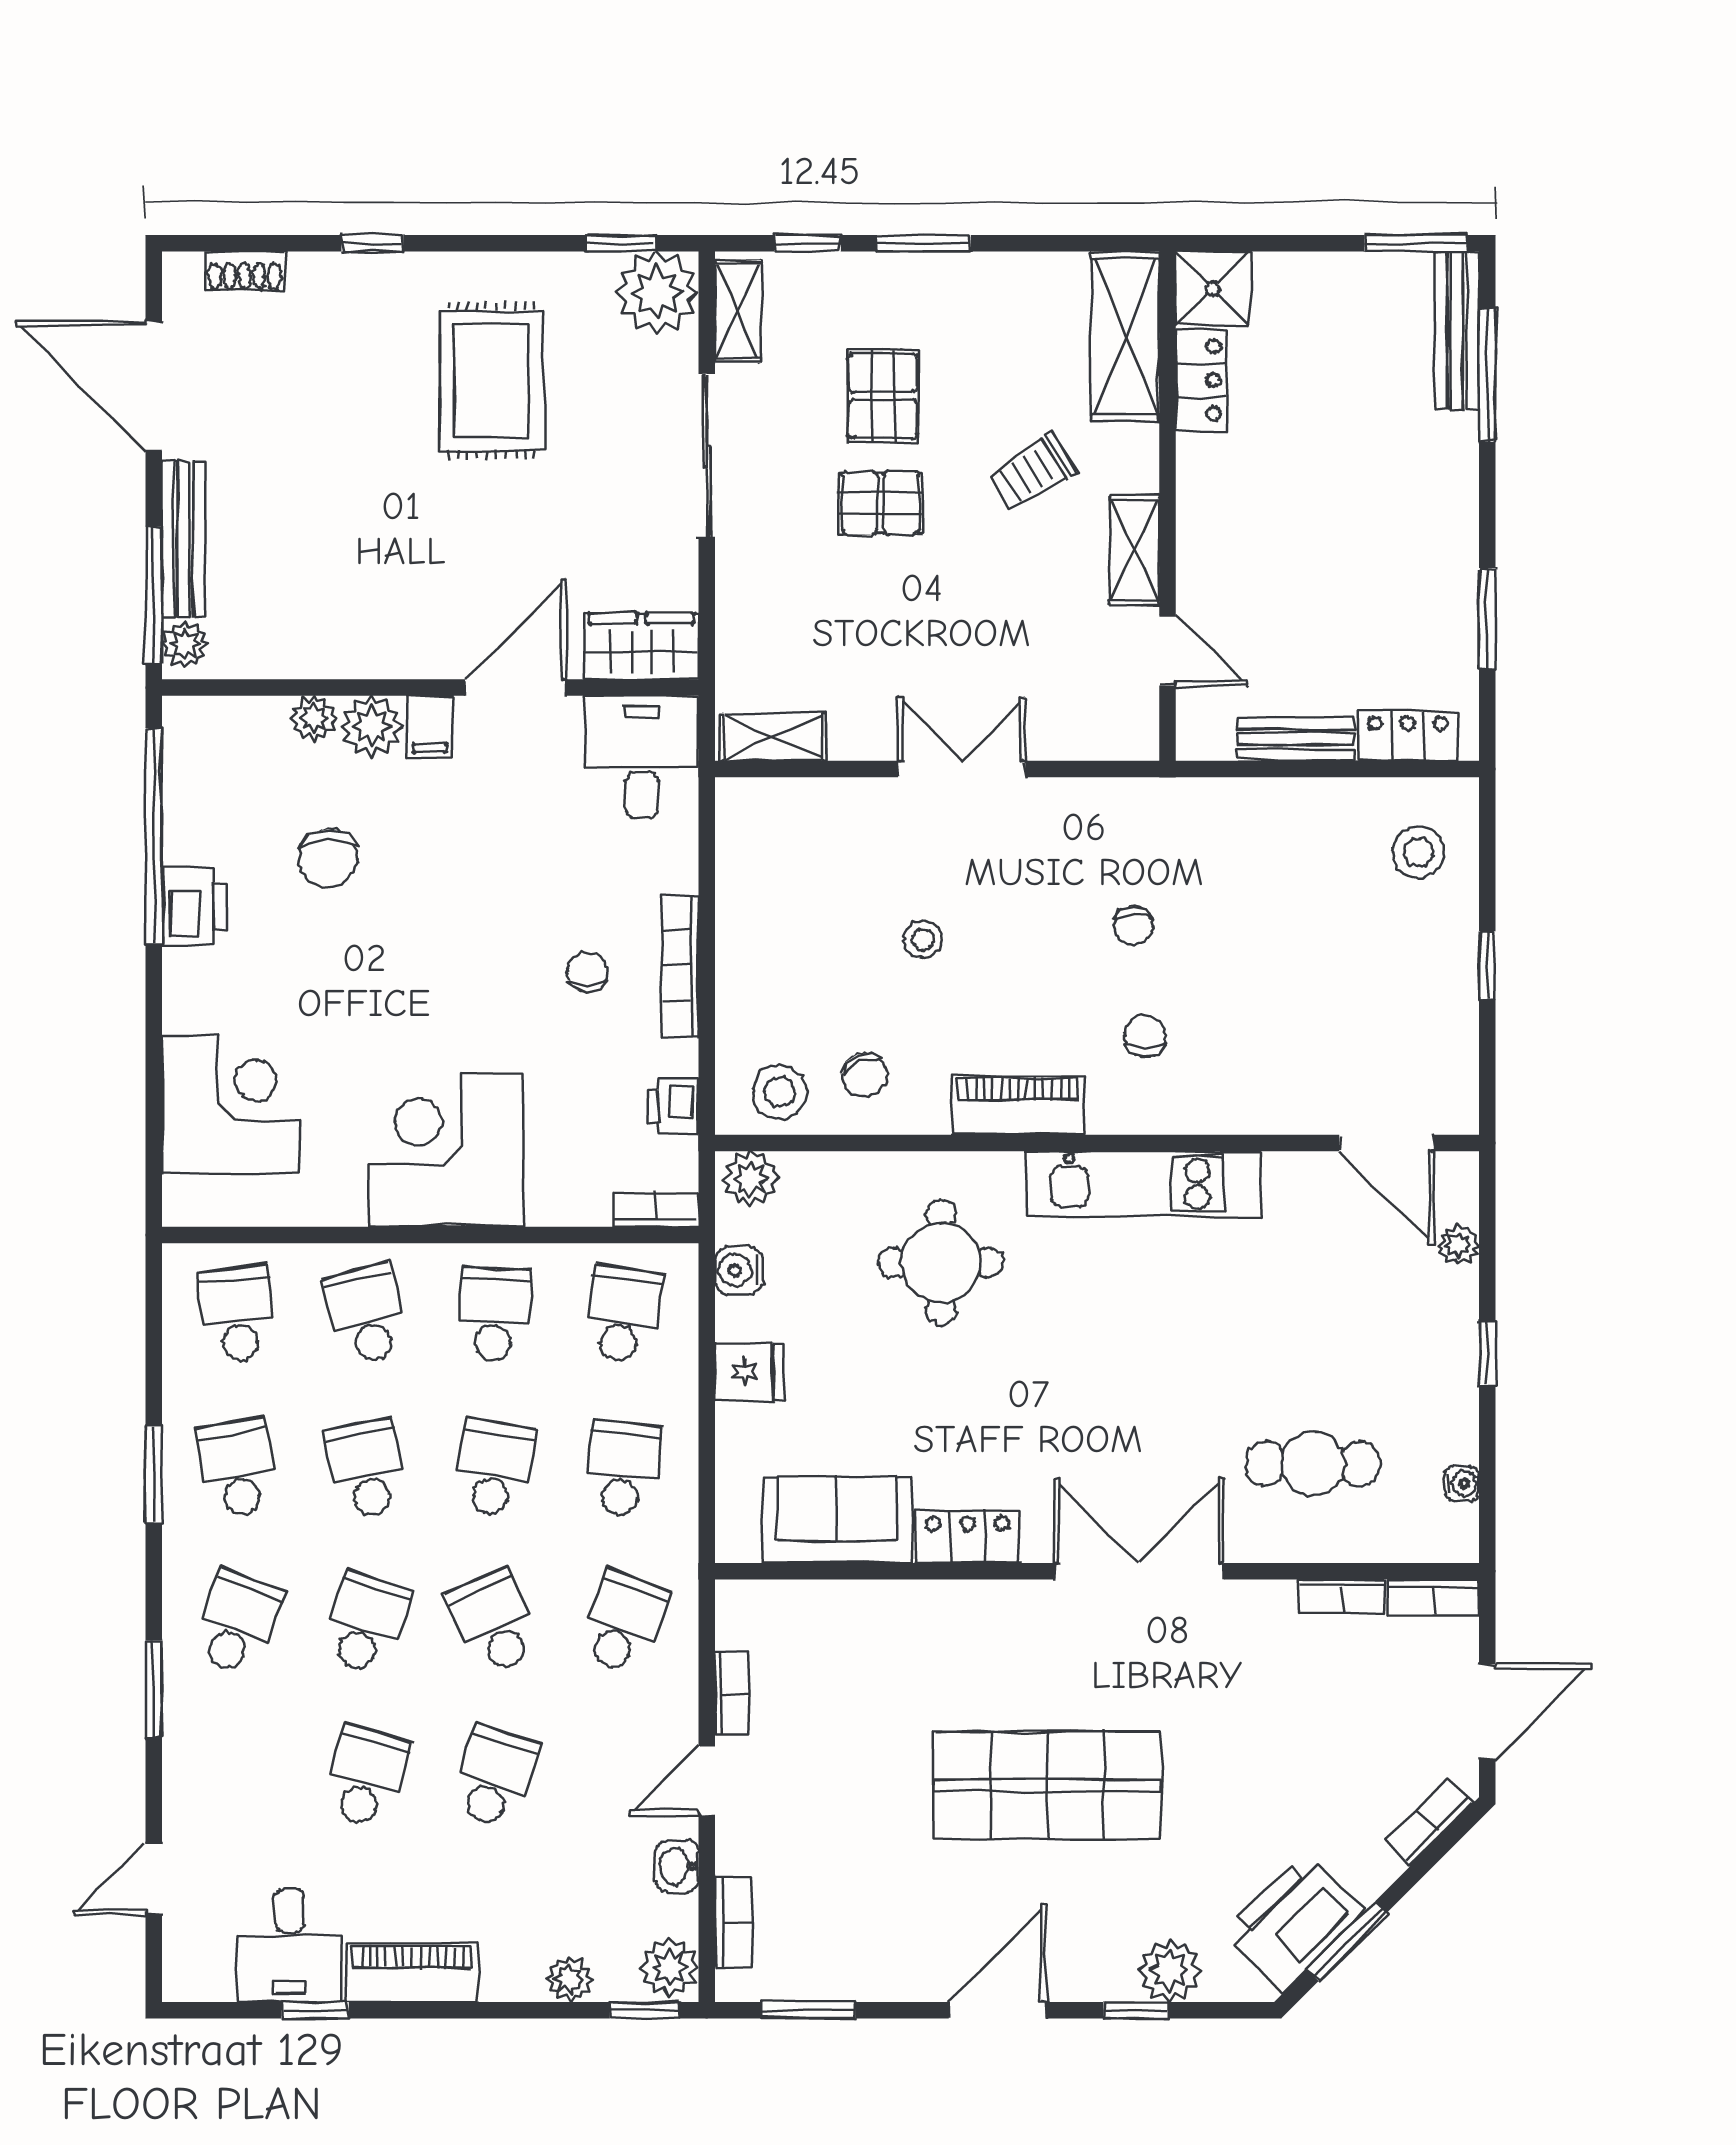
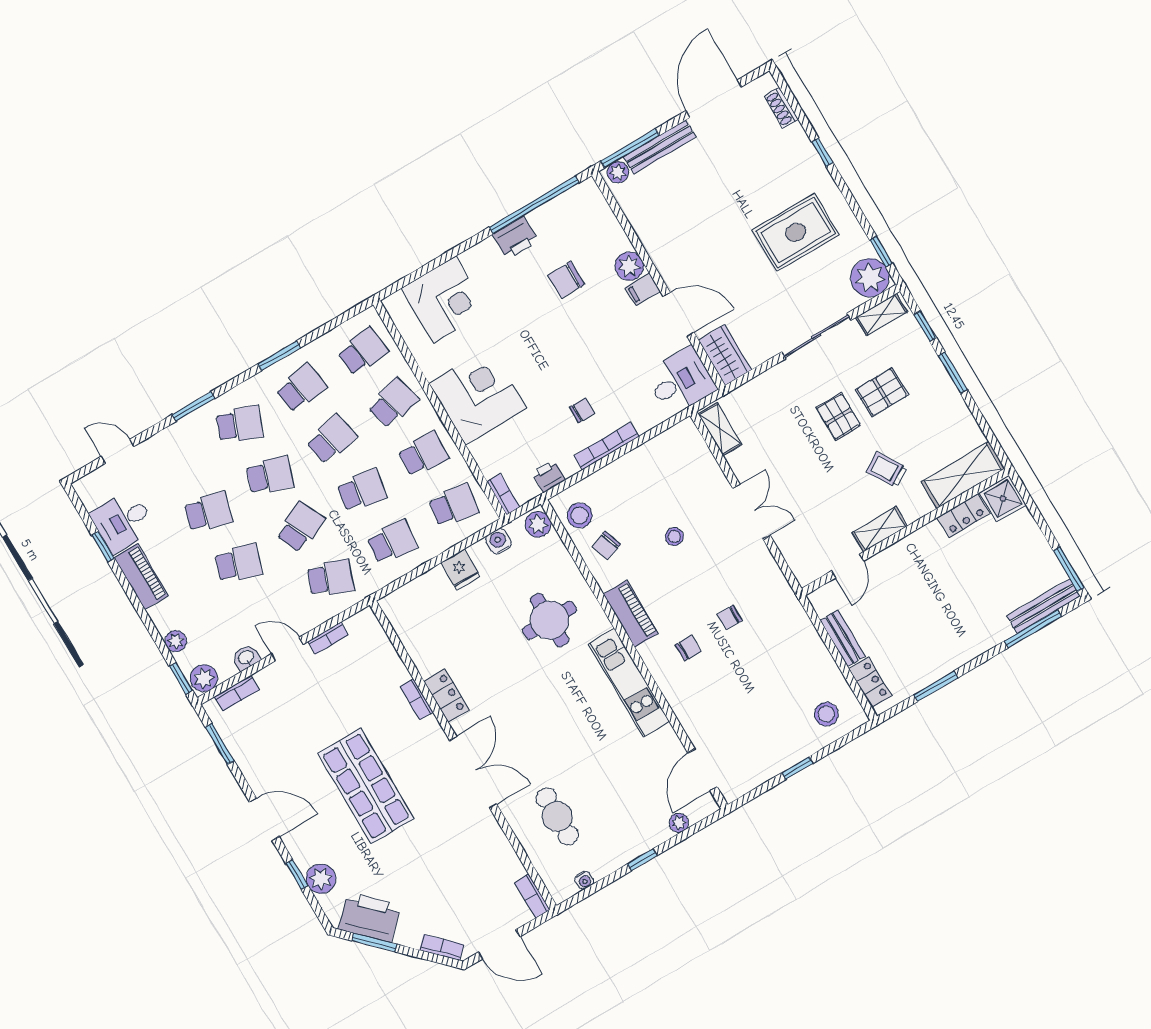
plant: (314, 719) -> (619, 241), removed
sofa: (837, 1520) -> (422, 639), removed
bookcase: (1342, 1596) -> (417, 699), moved

